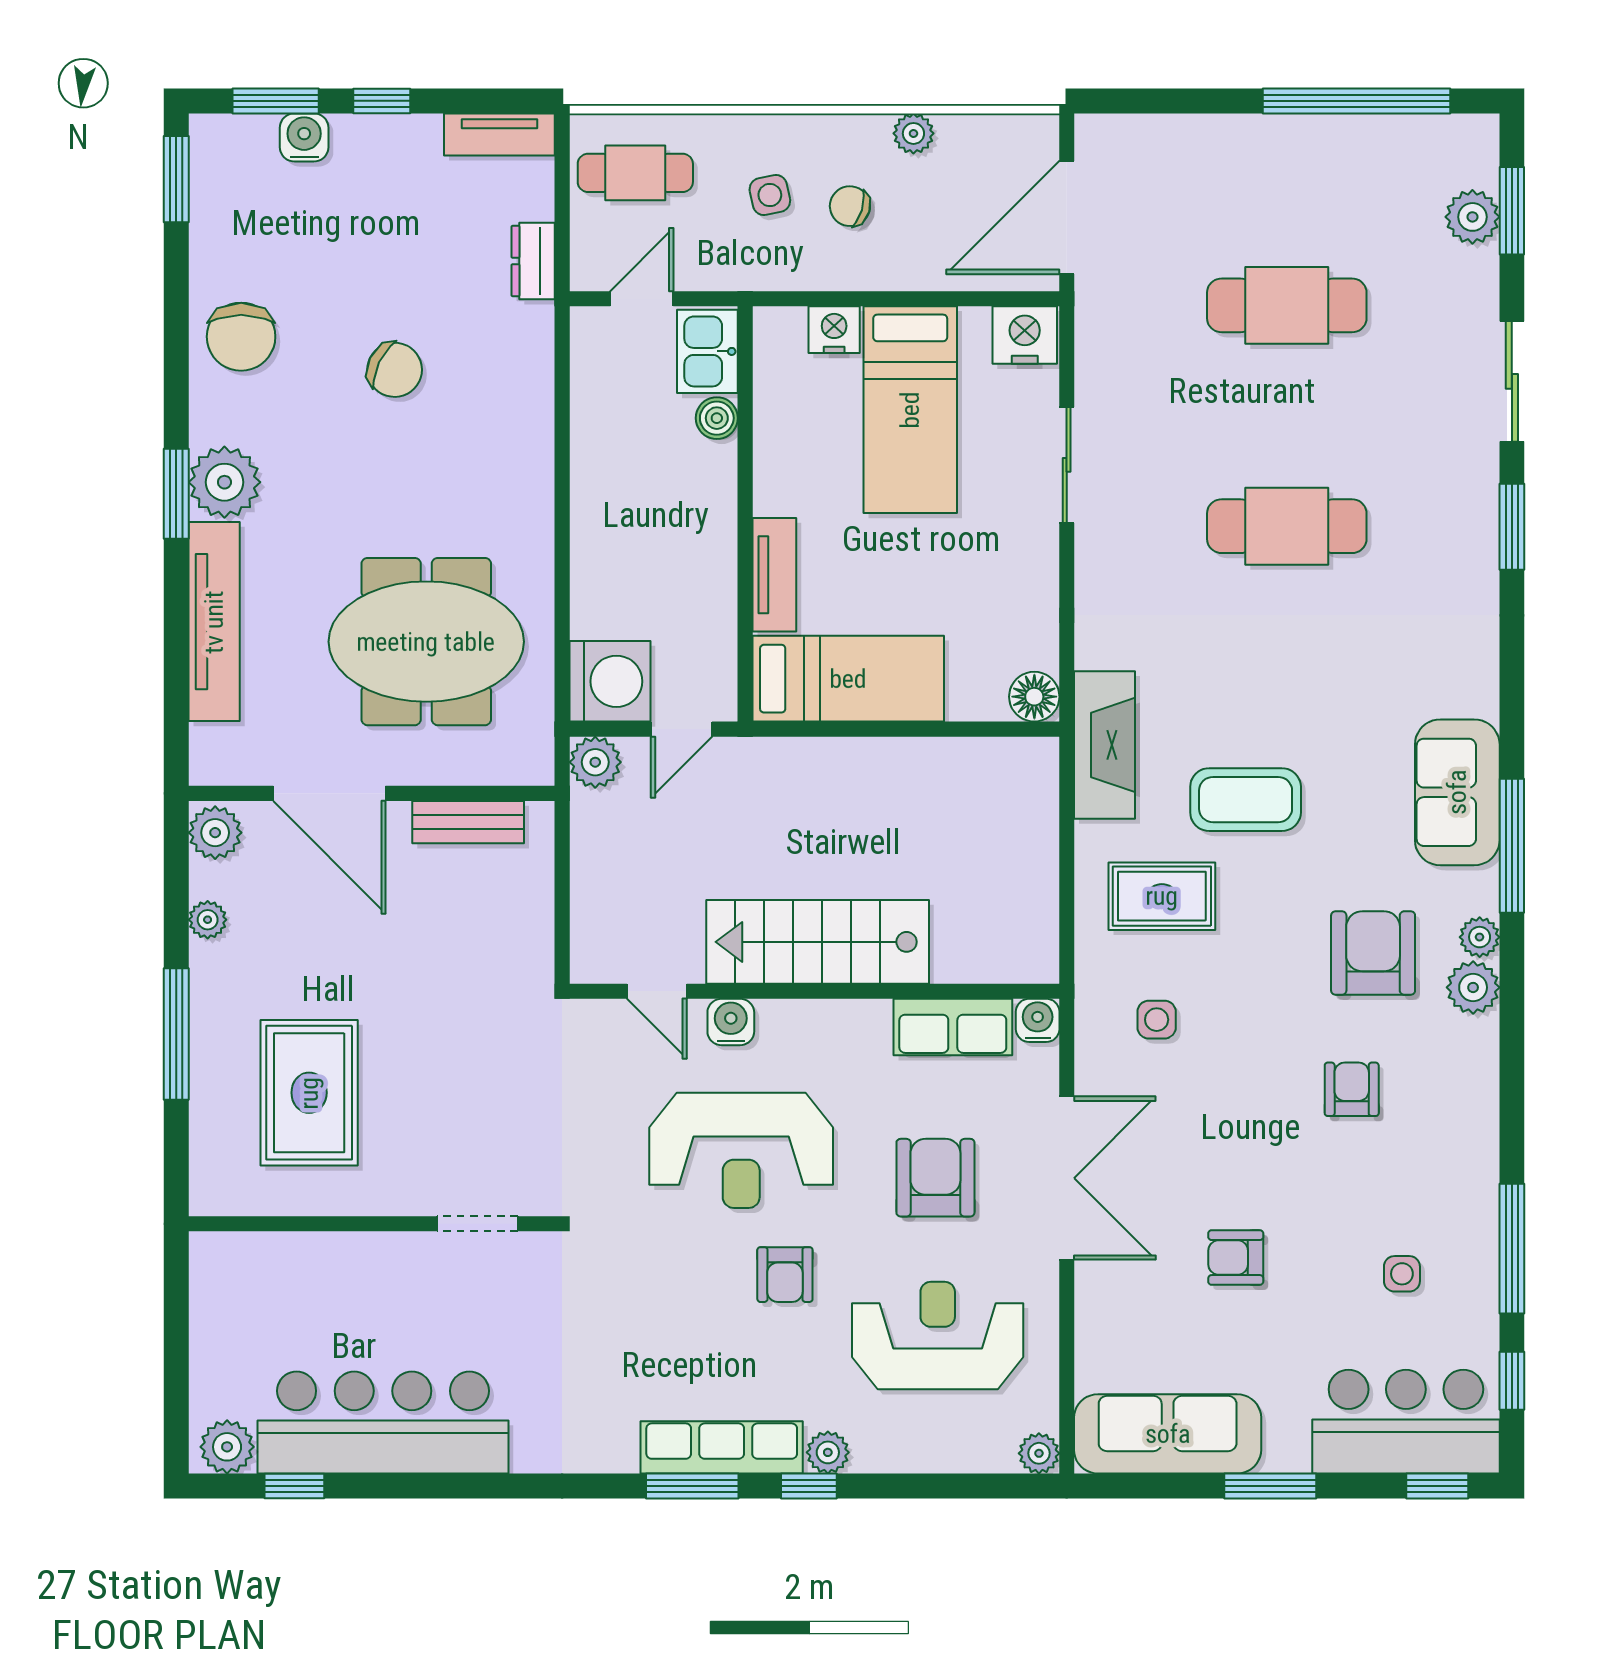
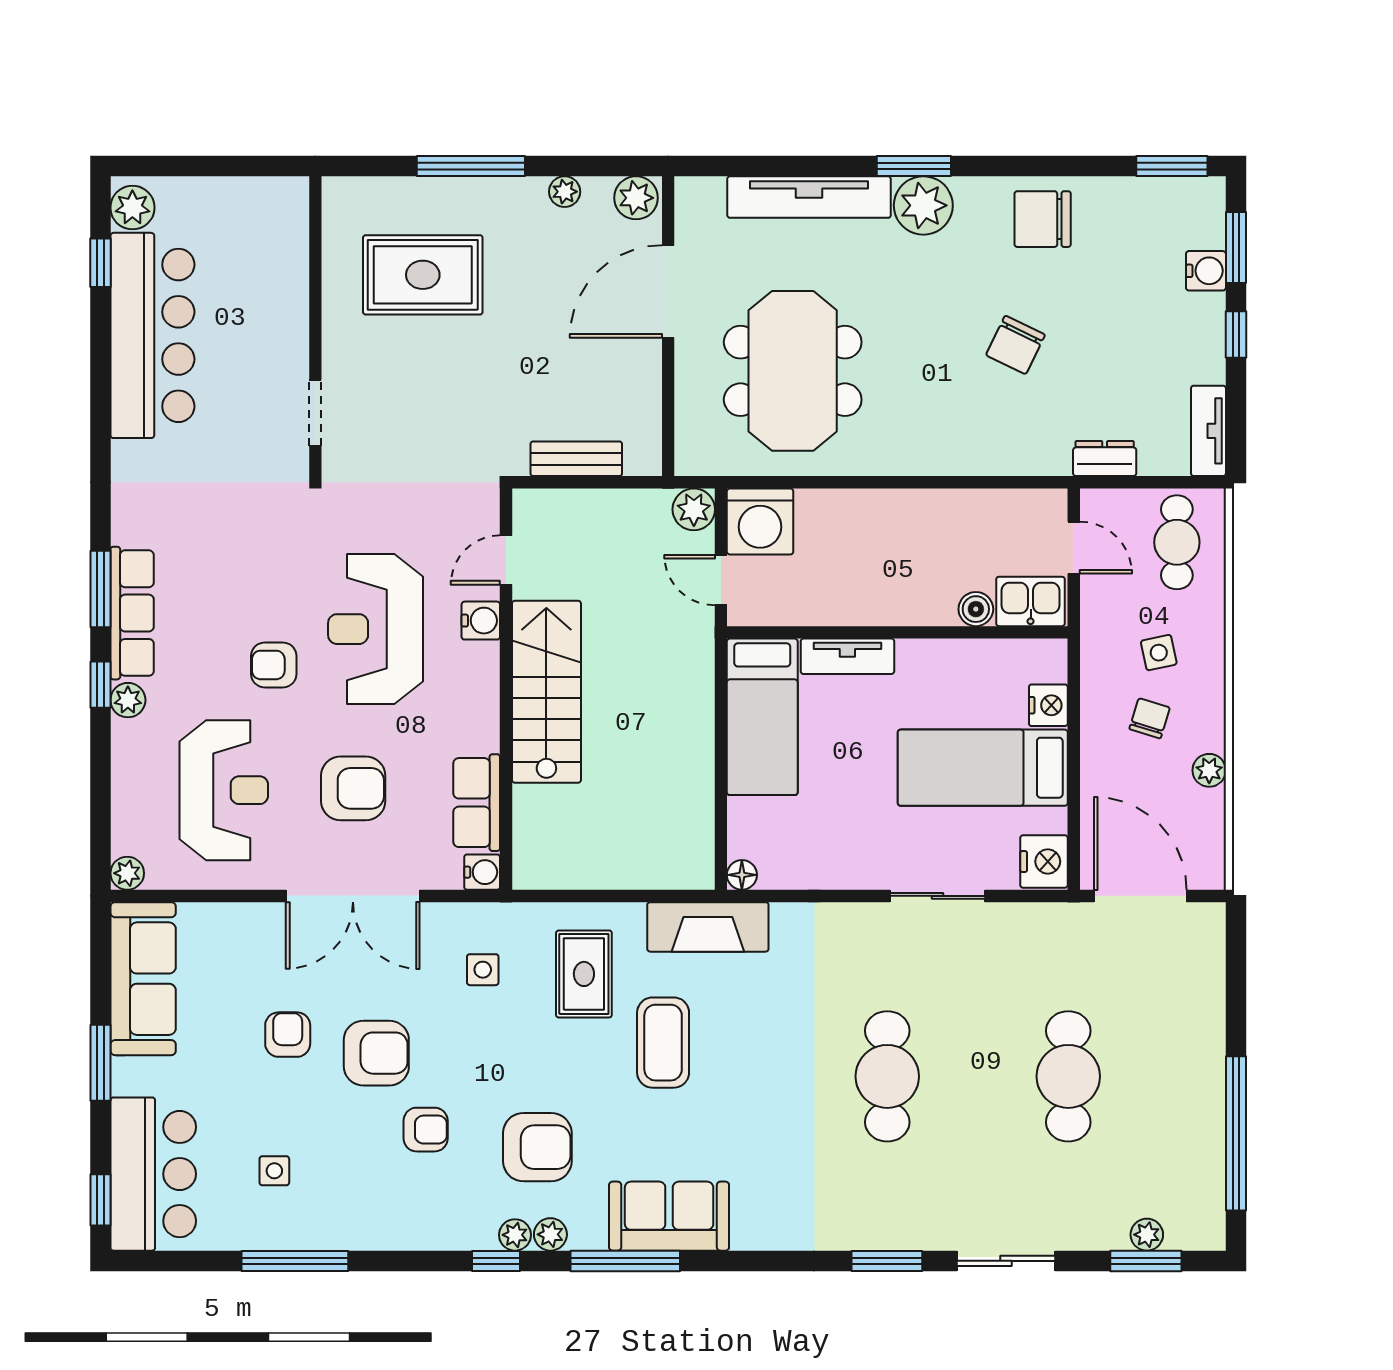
plant: (1472, 217) -> (1147, 1235), width x0.73, depth x0.73
floor lamp: (1034, 697) -> (742, 875), width x0.73, depth x0.73
bench: (468, 822) -> (576, 459), moved, turned 90
plant: (1473, 987) -> (515, 1235), width x0.73, depth x0.73
armchair: (1258, 1149) -> (376, 1053), added
window: (1512, 1381) -> (496, 1261), moved

